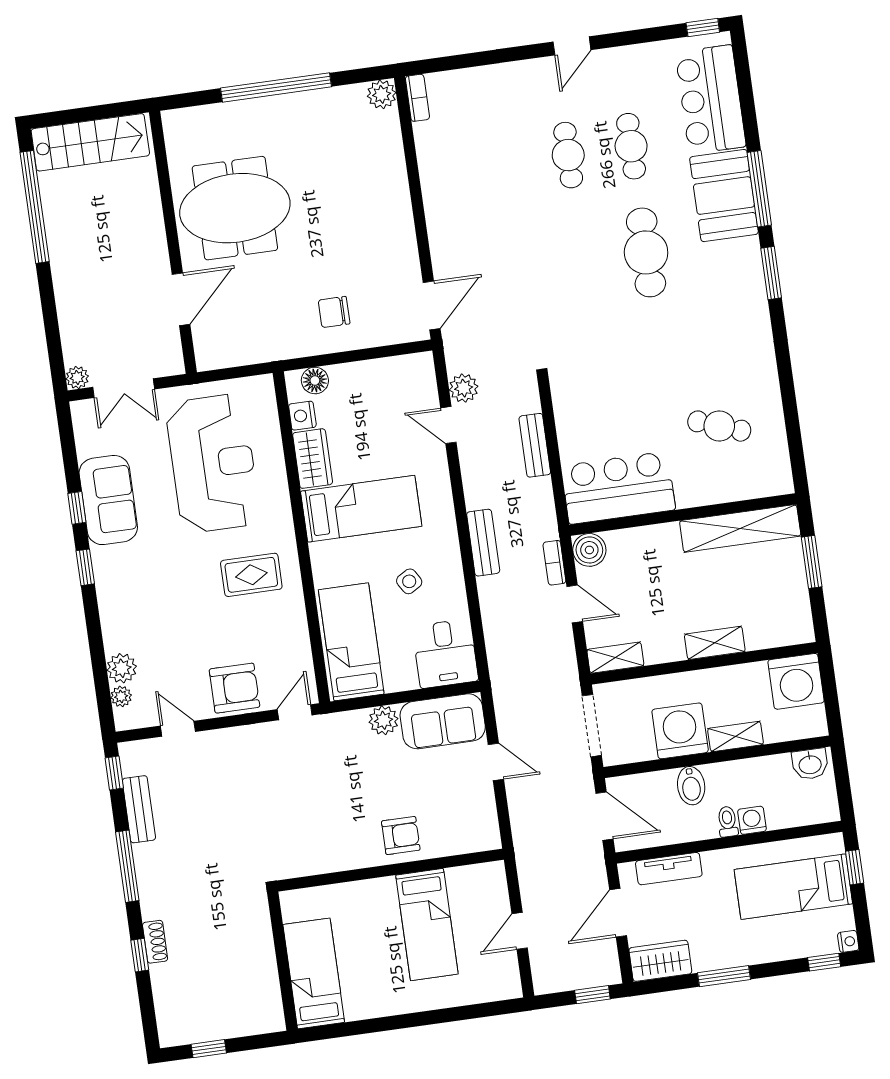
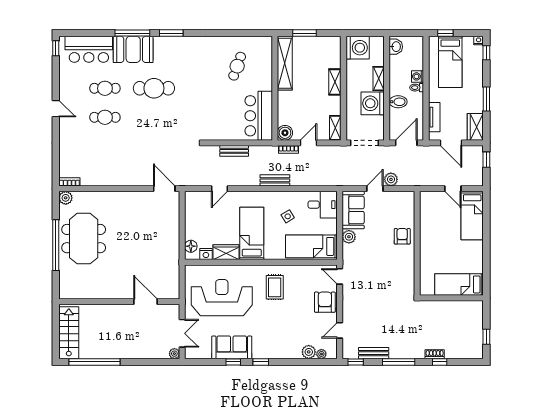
meeting table: (235, 208) -> (84, 239), moved
chair: (334, 312) -> (161, 233), removed
plant: (464, 388) -> (391, 179), moved
bed: (427, 925) -> (472, 216), moved, turned 90

